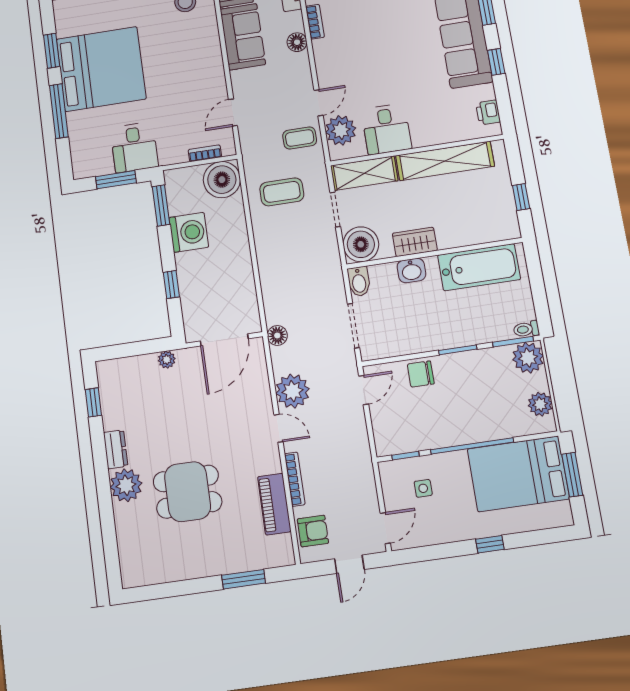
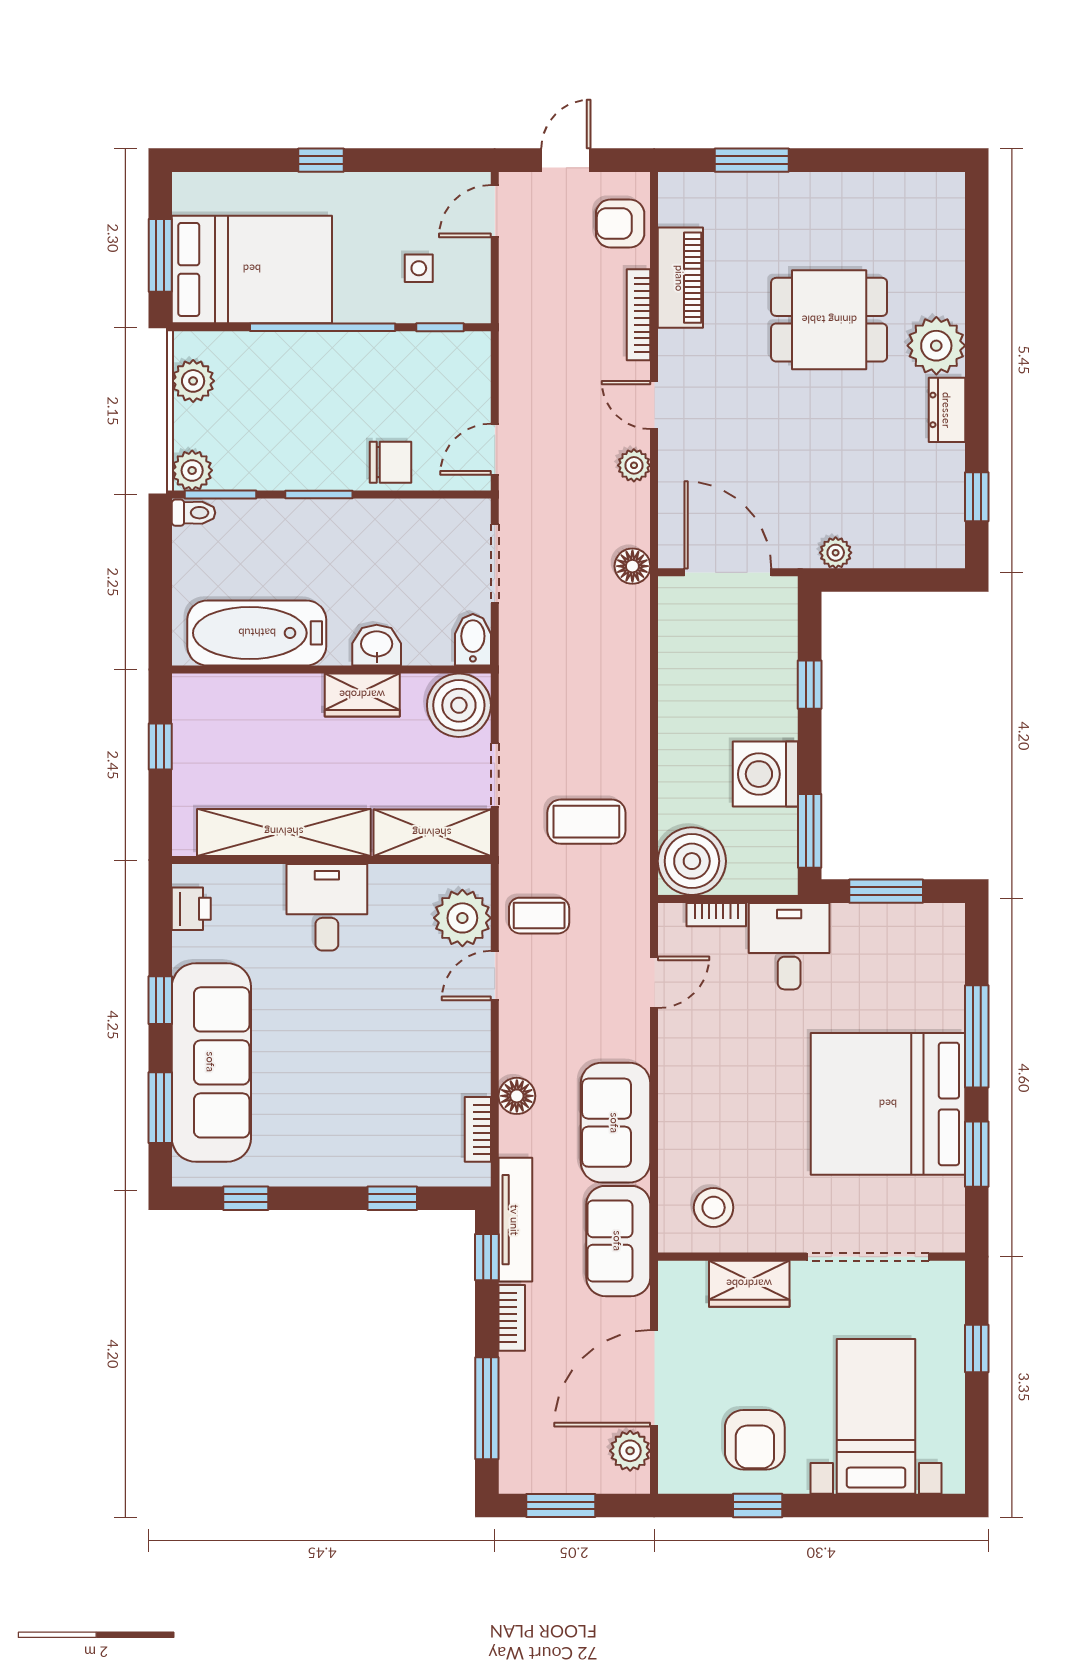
desk: (386, 129) -> (327, 907), moved
desk: (134, 147) -> (789, 946), moved
door: (224, 340) -> (728, 572), hinge flipped
plant: (528, 358) -> (192, 470), width x0.73, depth x0.73
plant: (293, 391) -> (634, 465), width x0.53, depth x0.53

